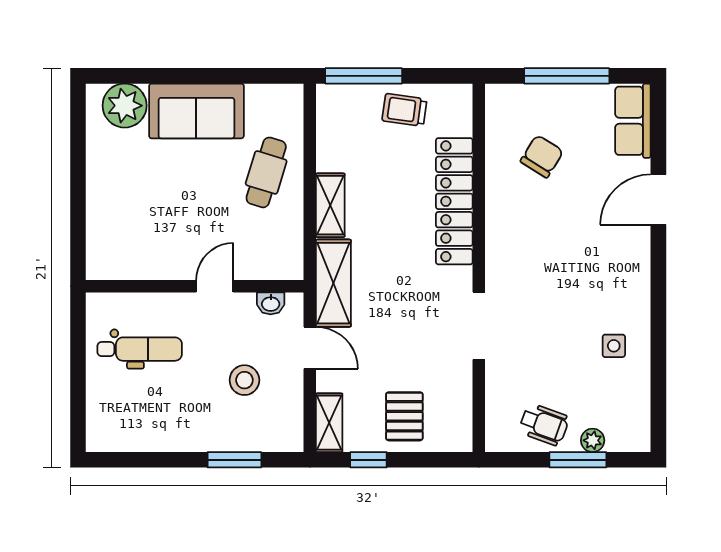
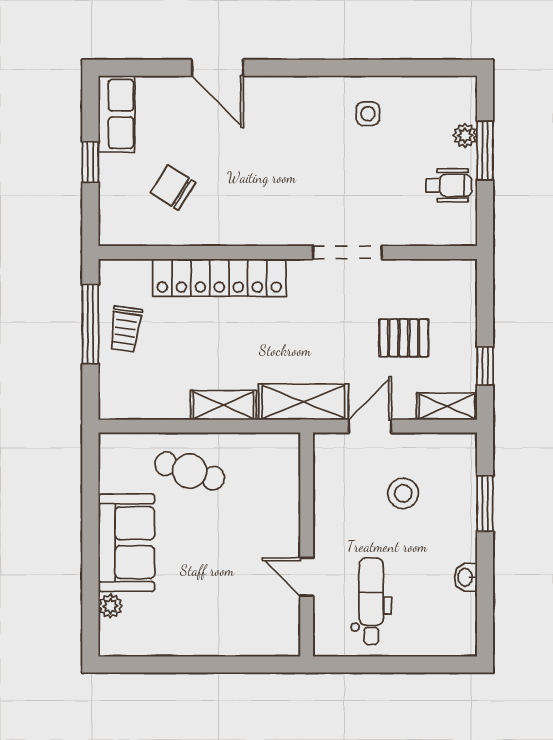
window: (364, 76) -> (90, 324), moved
window: (567, 76) -> (90, 162), width x0.46
plant: (125, 106) -> (110, 606), width x0.53, depth x0.53
row of seats: (633, 121) -> (117, 114), moved, turned -90
door: (215, 286) -> (307, 577), moved
washbasin: (271, 303) -> (466, 577), moved, turned 180
pallet: (404, 416) -> (404, 338), moved
wheelchair: (544, 425) -> (449, 185), turned 70

